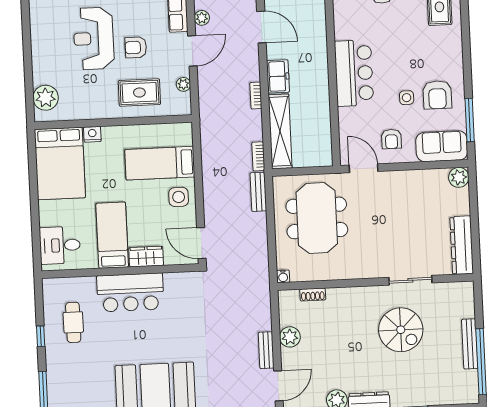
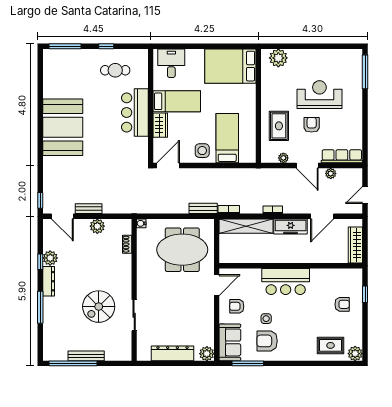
freezer: (278, 76) -> (291, 227), width x1.40
nightstand: (92, 134) -> (250, 90), removed
dresser: (462, 245) -> (173, 353), moved

